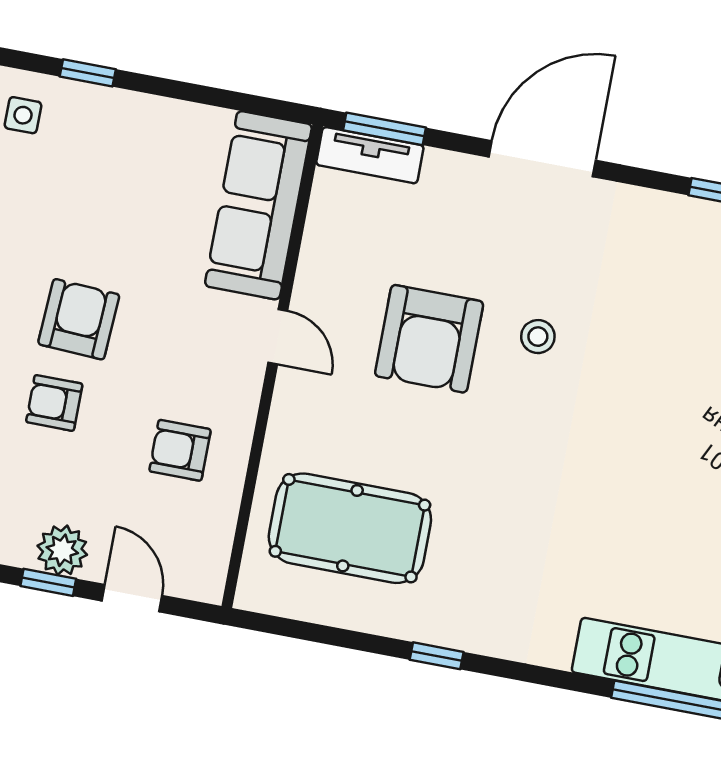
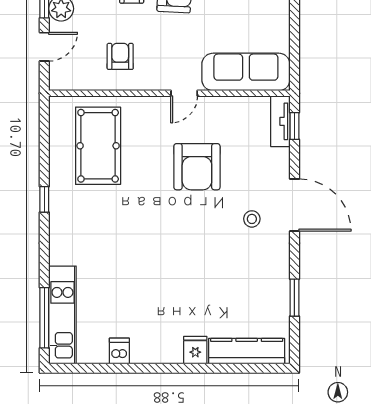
window: (385, 129) -> (294, 126), width x0.67
stool: (538, 337) -> (252, 219), moved
armchair: (429, 339) -> (197, 167), turned -90

